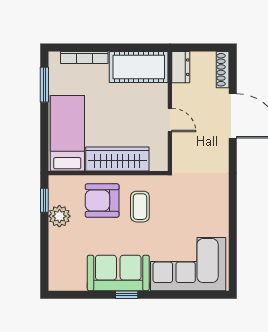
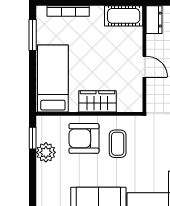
cot: (139, 67) -> (124, 16), width x0.73, depth x0.75
wardrobe: (117, 159) -> (97, 101), width x0.67

